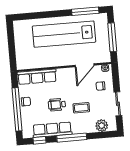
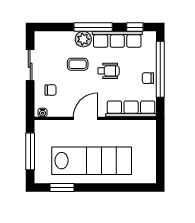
window: (85, 11) -> (62, 188), width x0.69
door: (85, 65) -> (85, 118), moved
plant: (102, 126) -> (83, 39), moved

